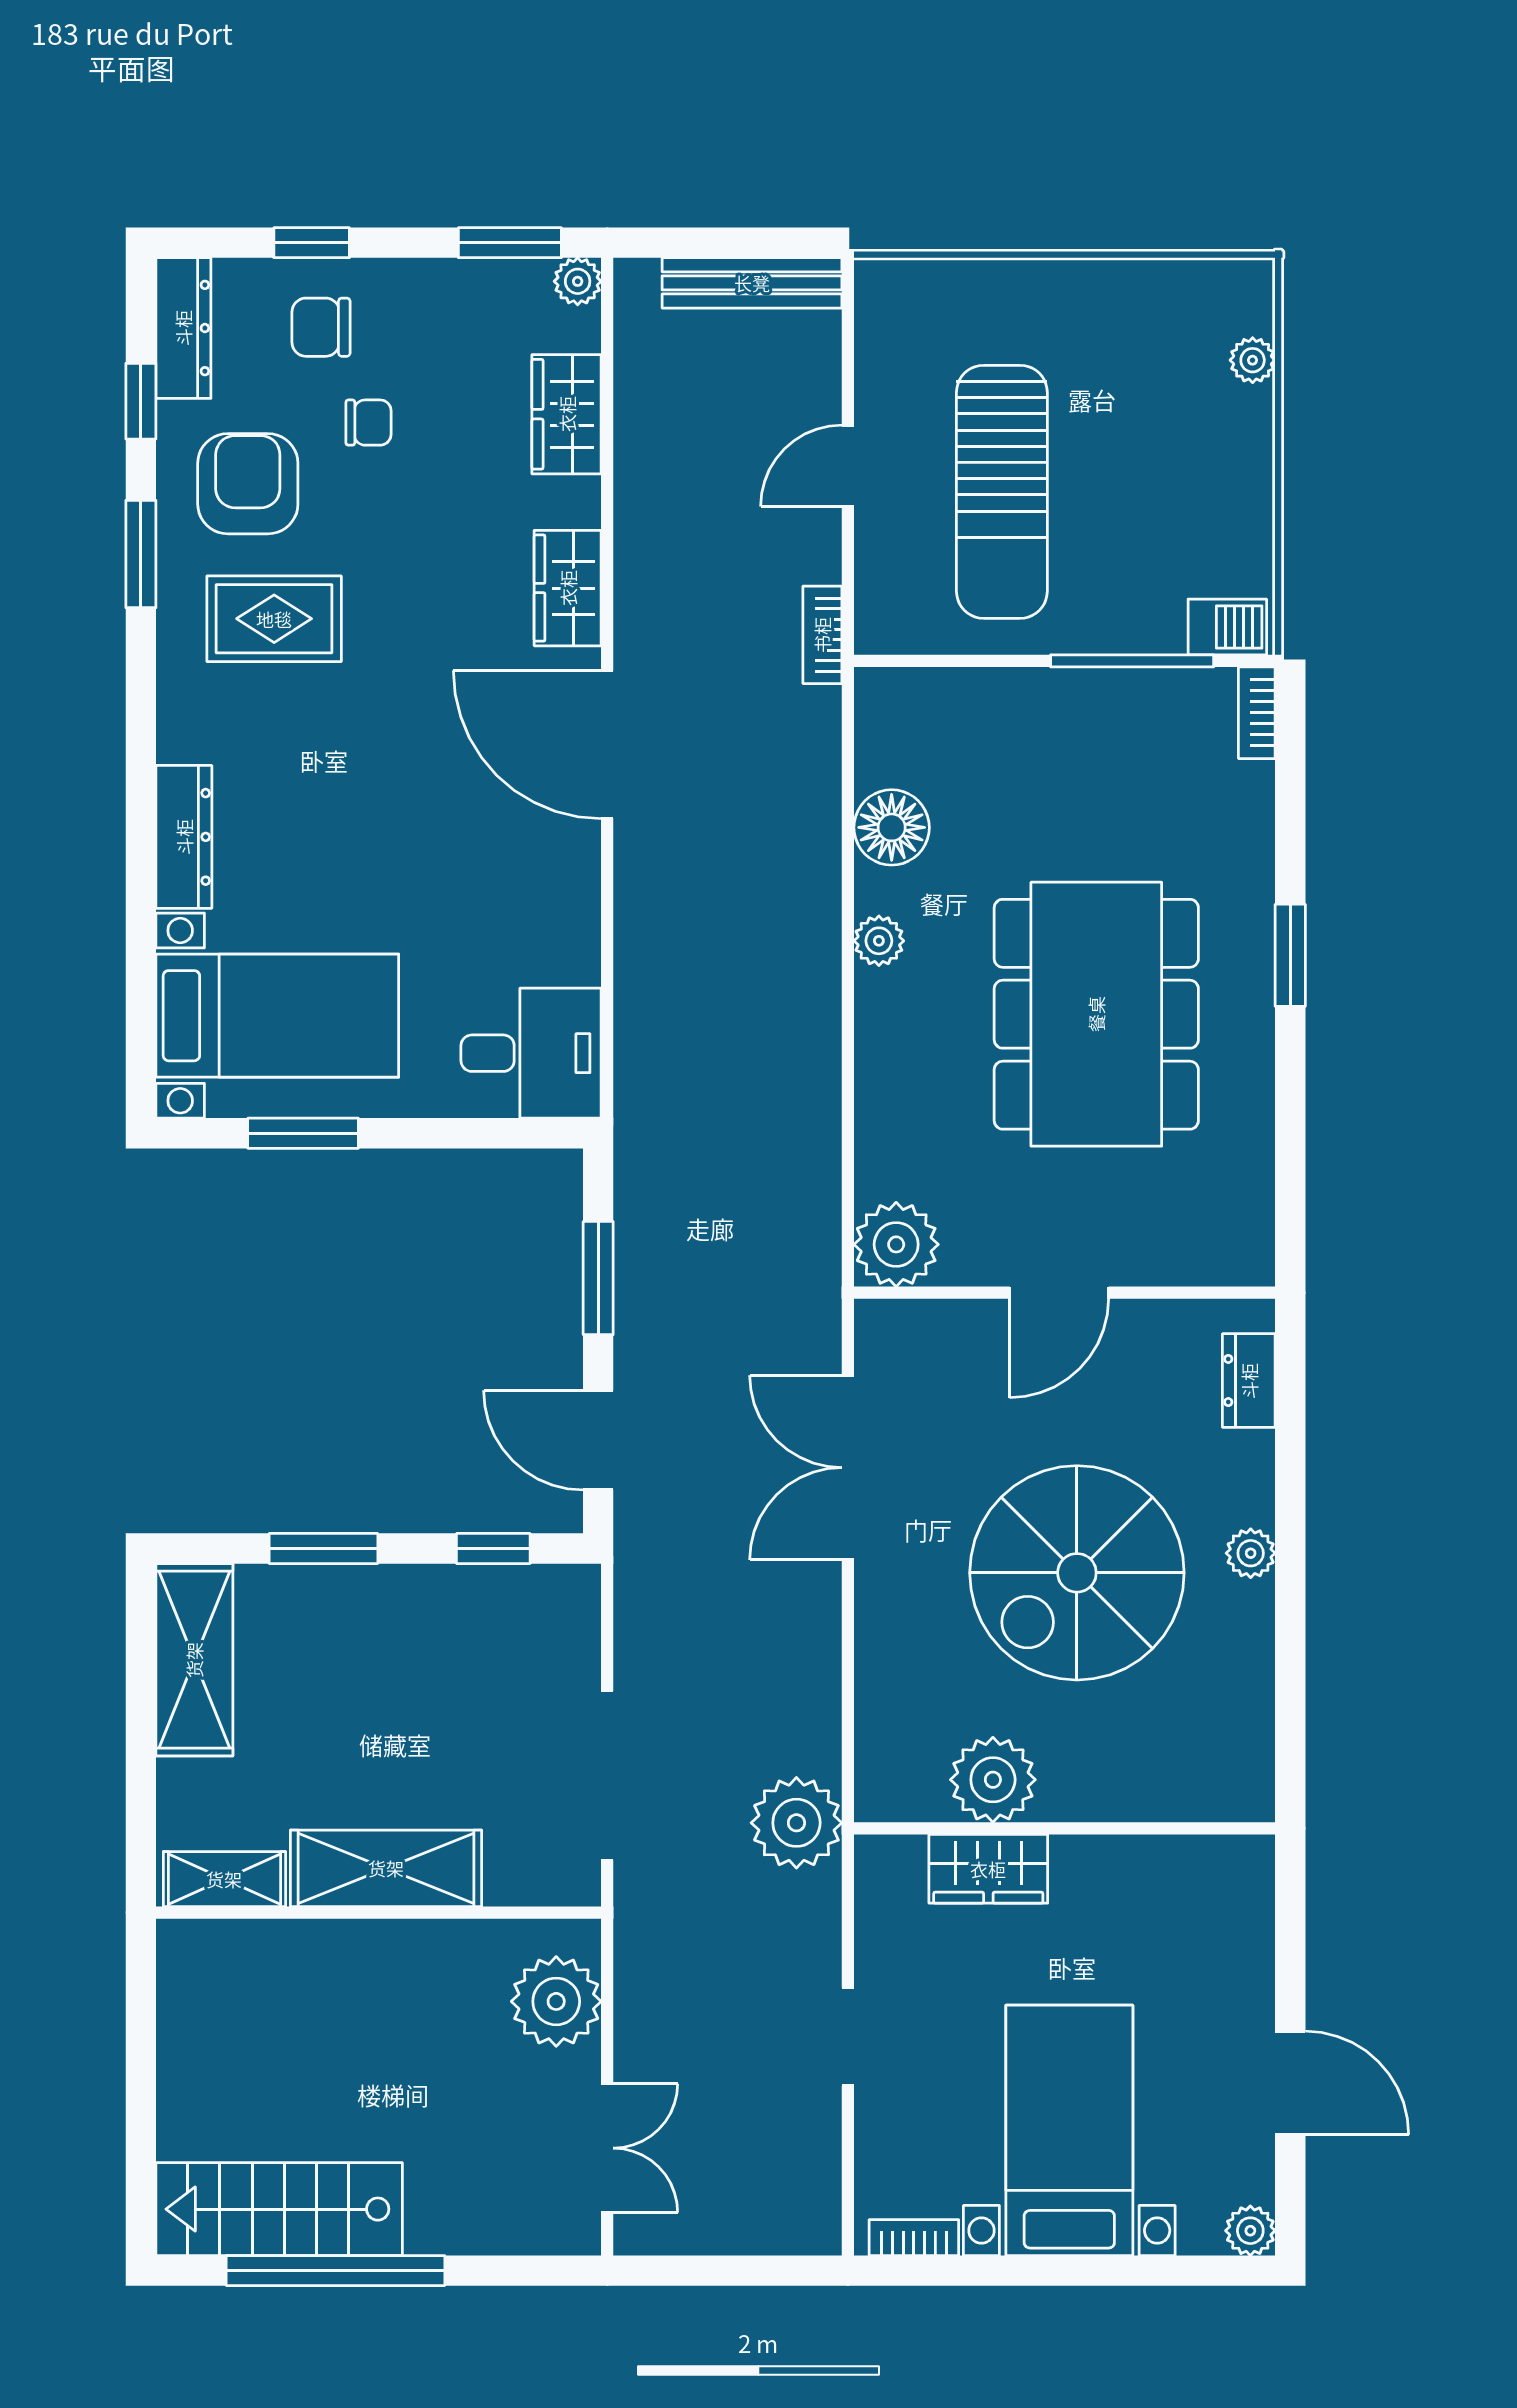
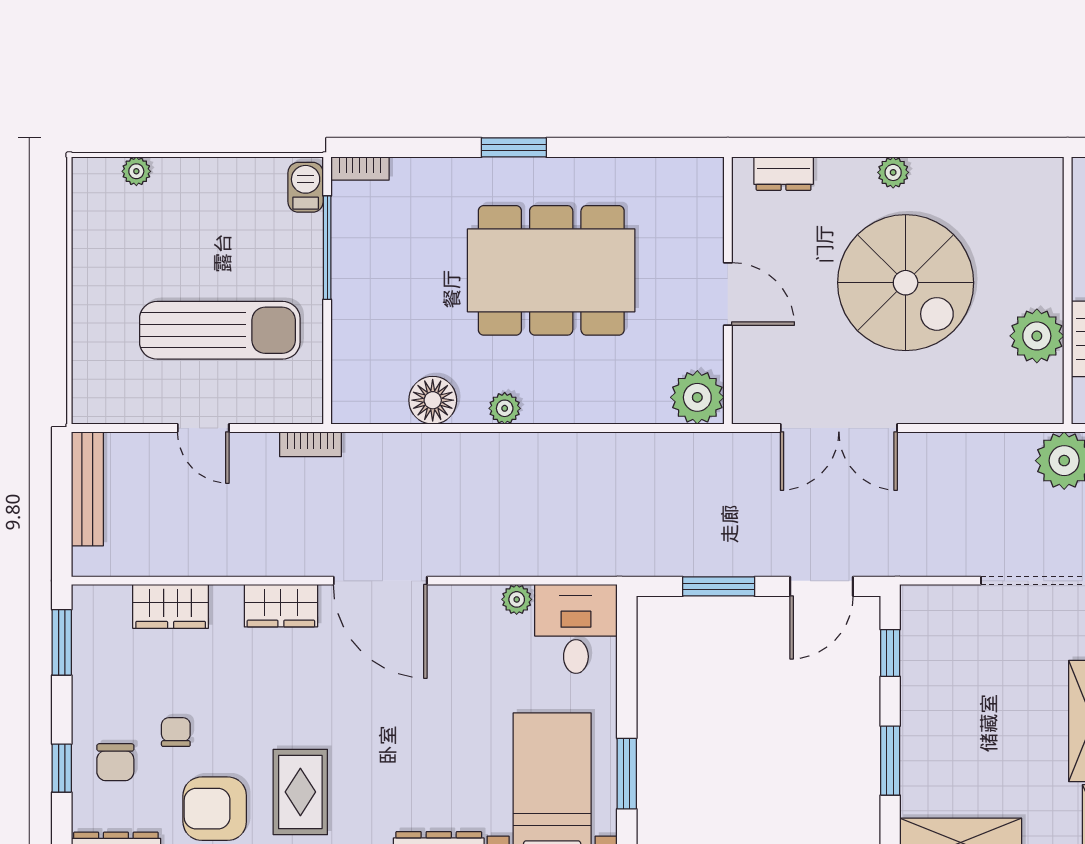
plant: (578, 281) -> (517, 599), moved
door: (607, 745) -> (380, 581), hinge flipped

